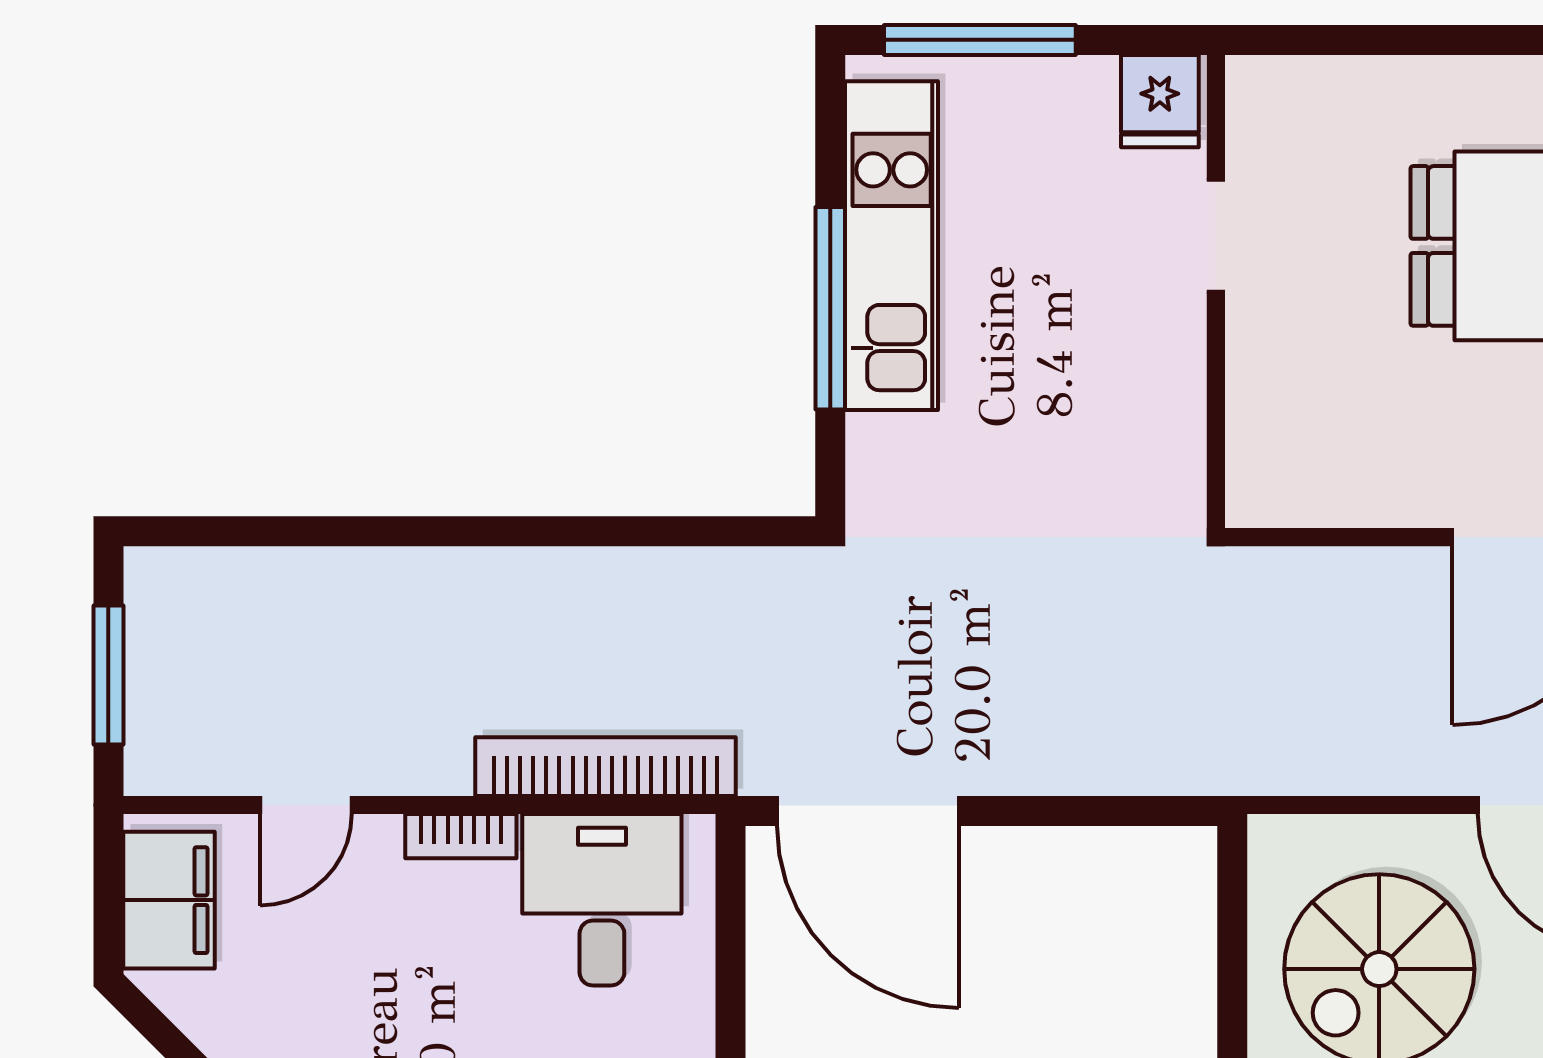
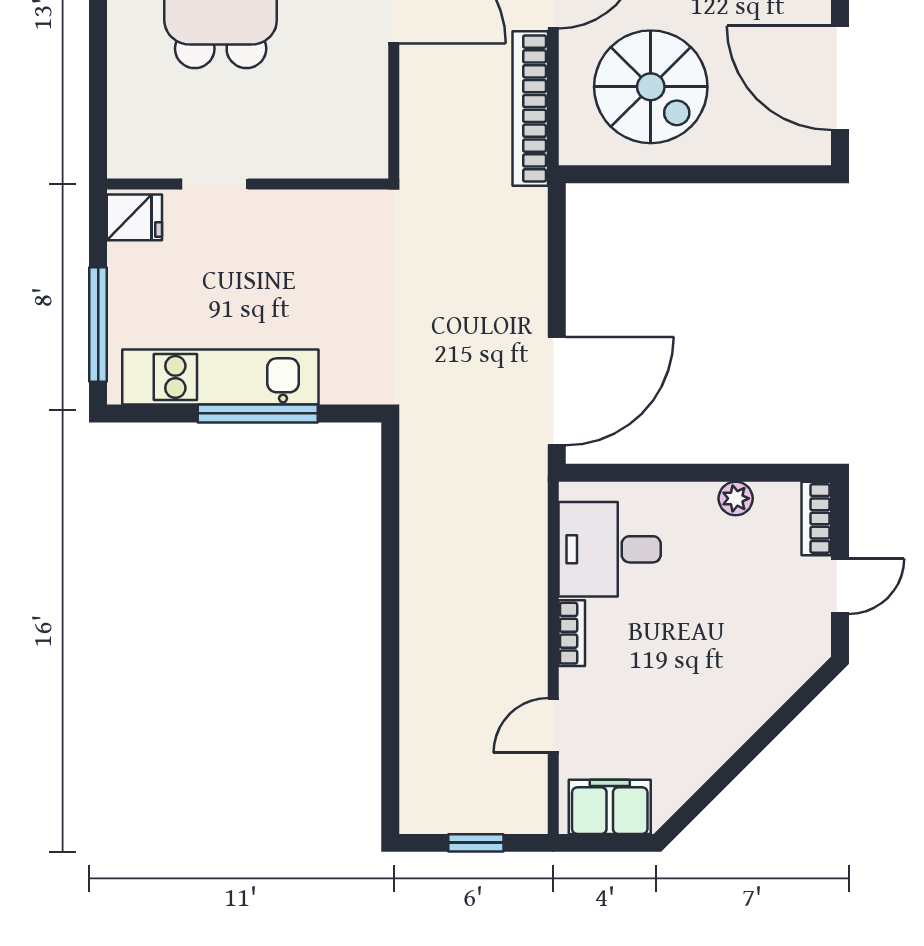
window: (108, 675) -> (476, 843), width x0.67
bookcase: (605, 767) -> (530, 108), moved
door: (306, 805) -> (553, 725), swing flipped

